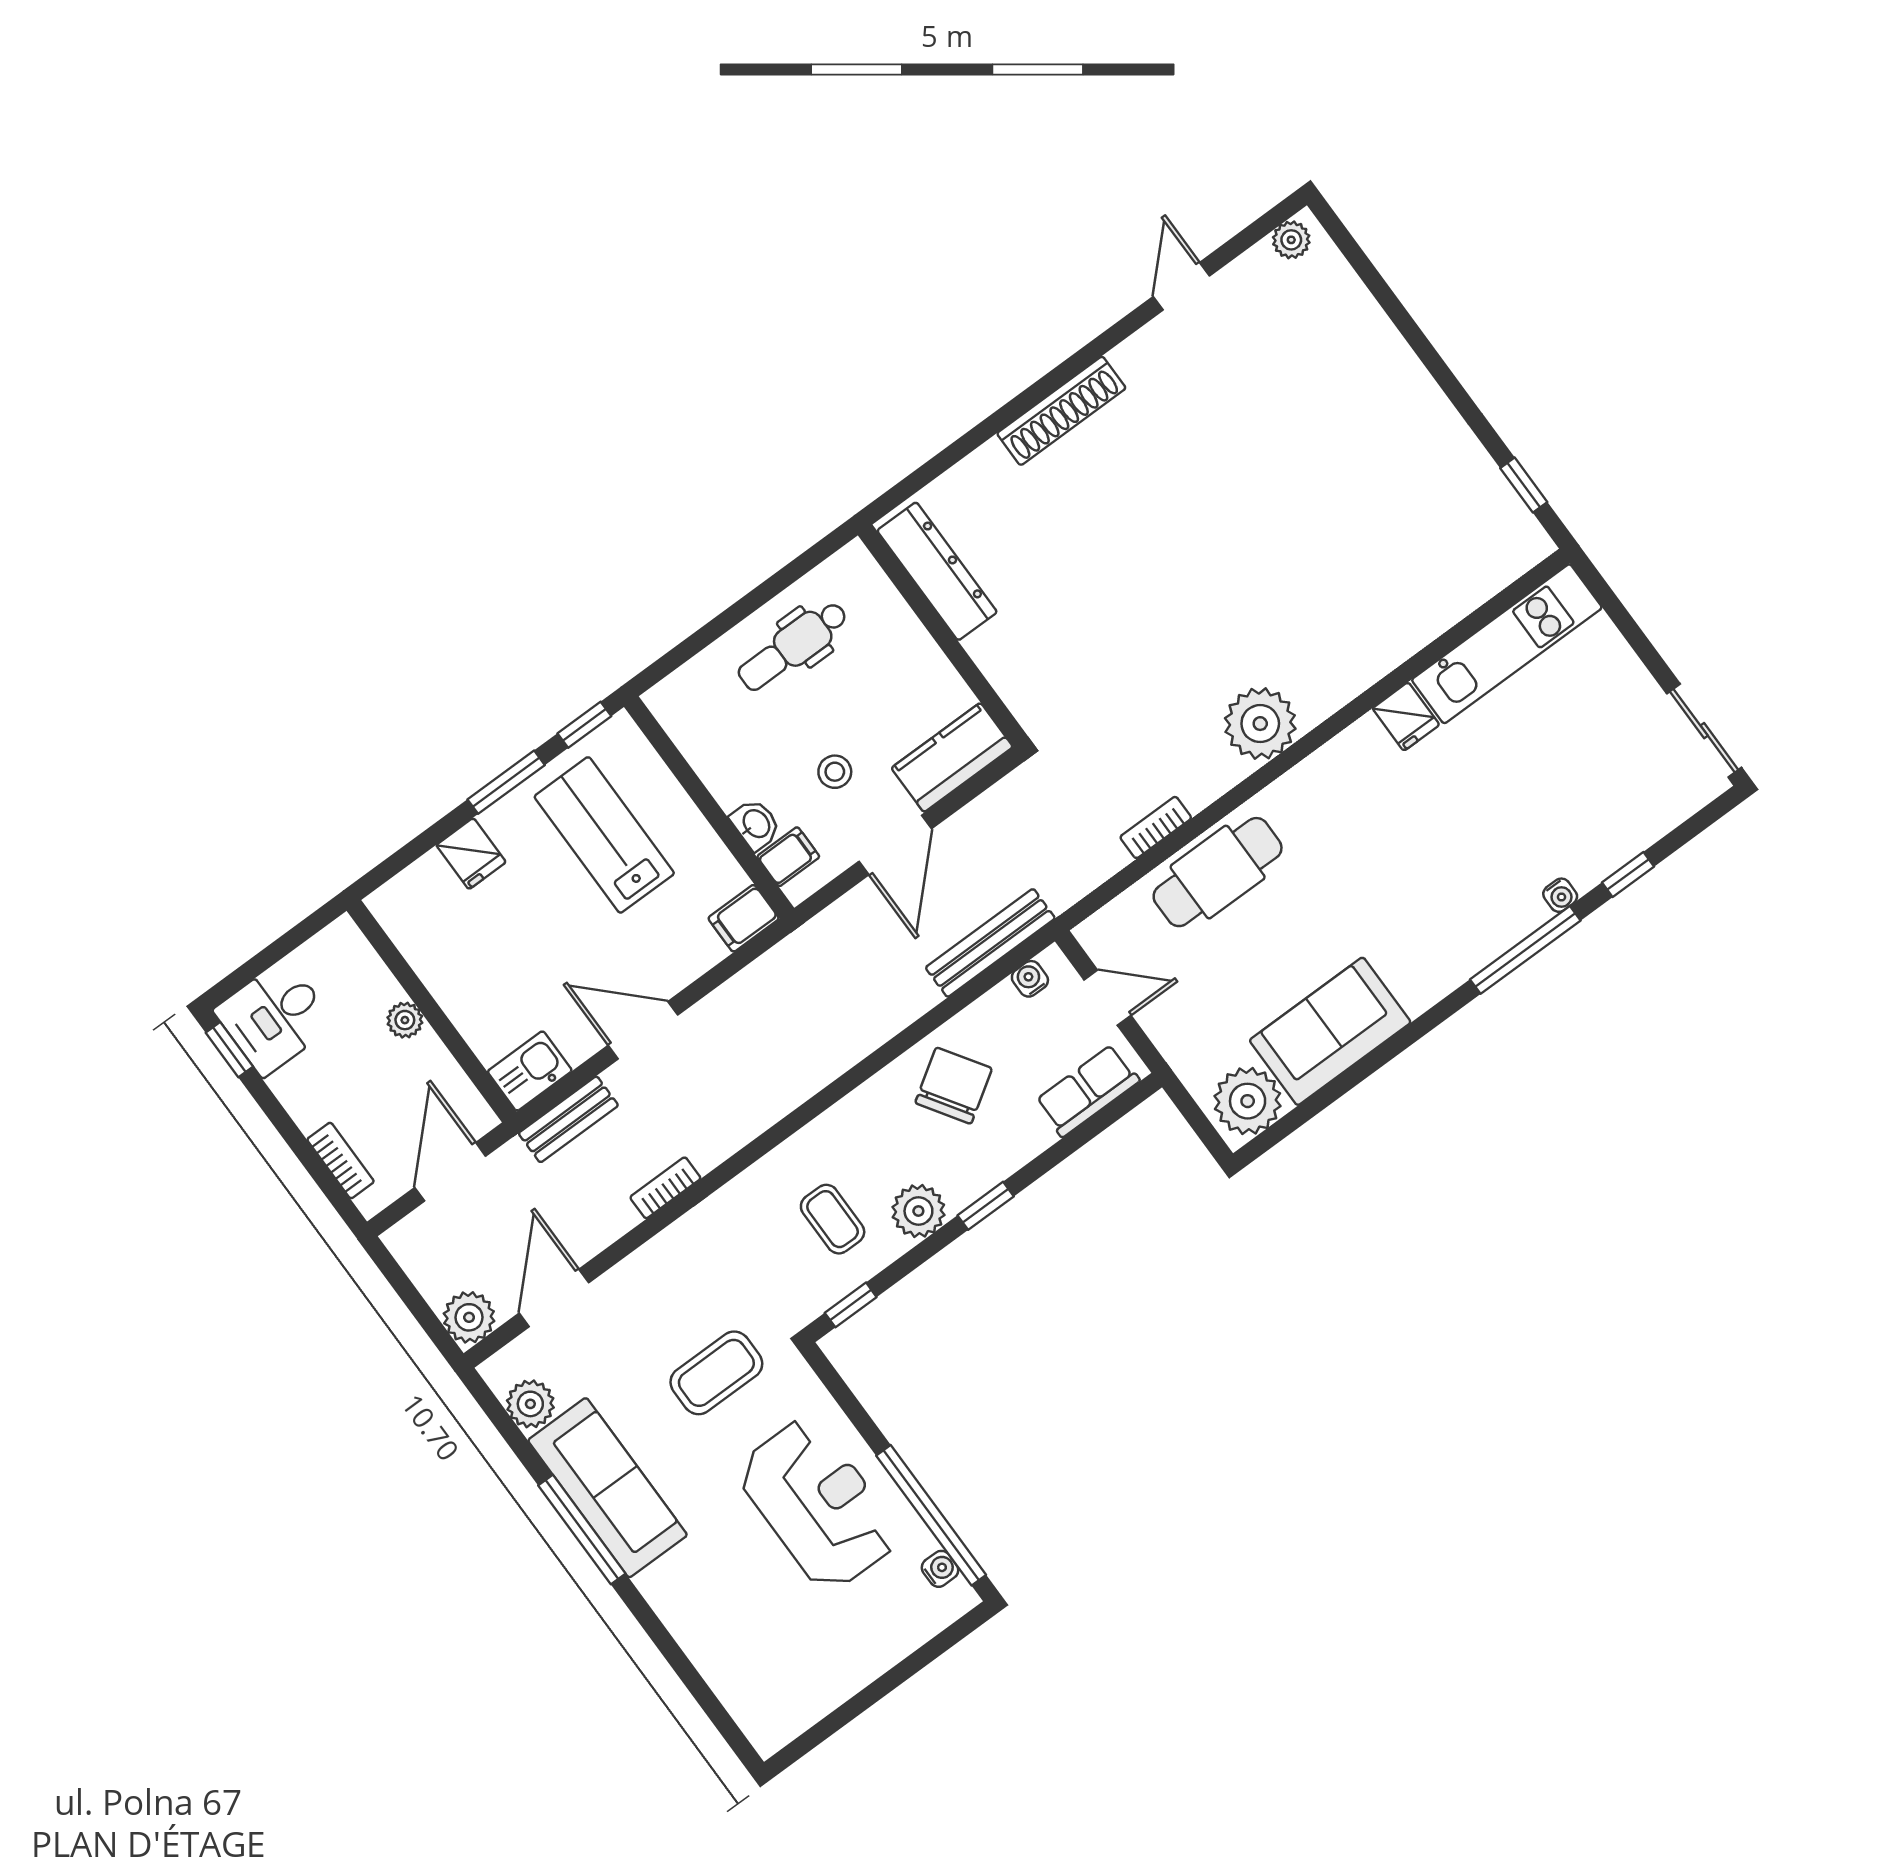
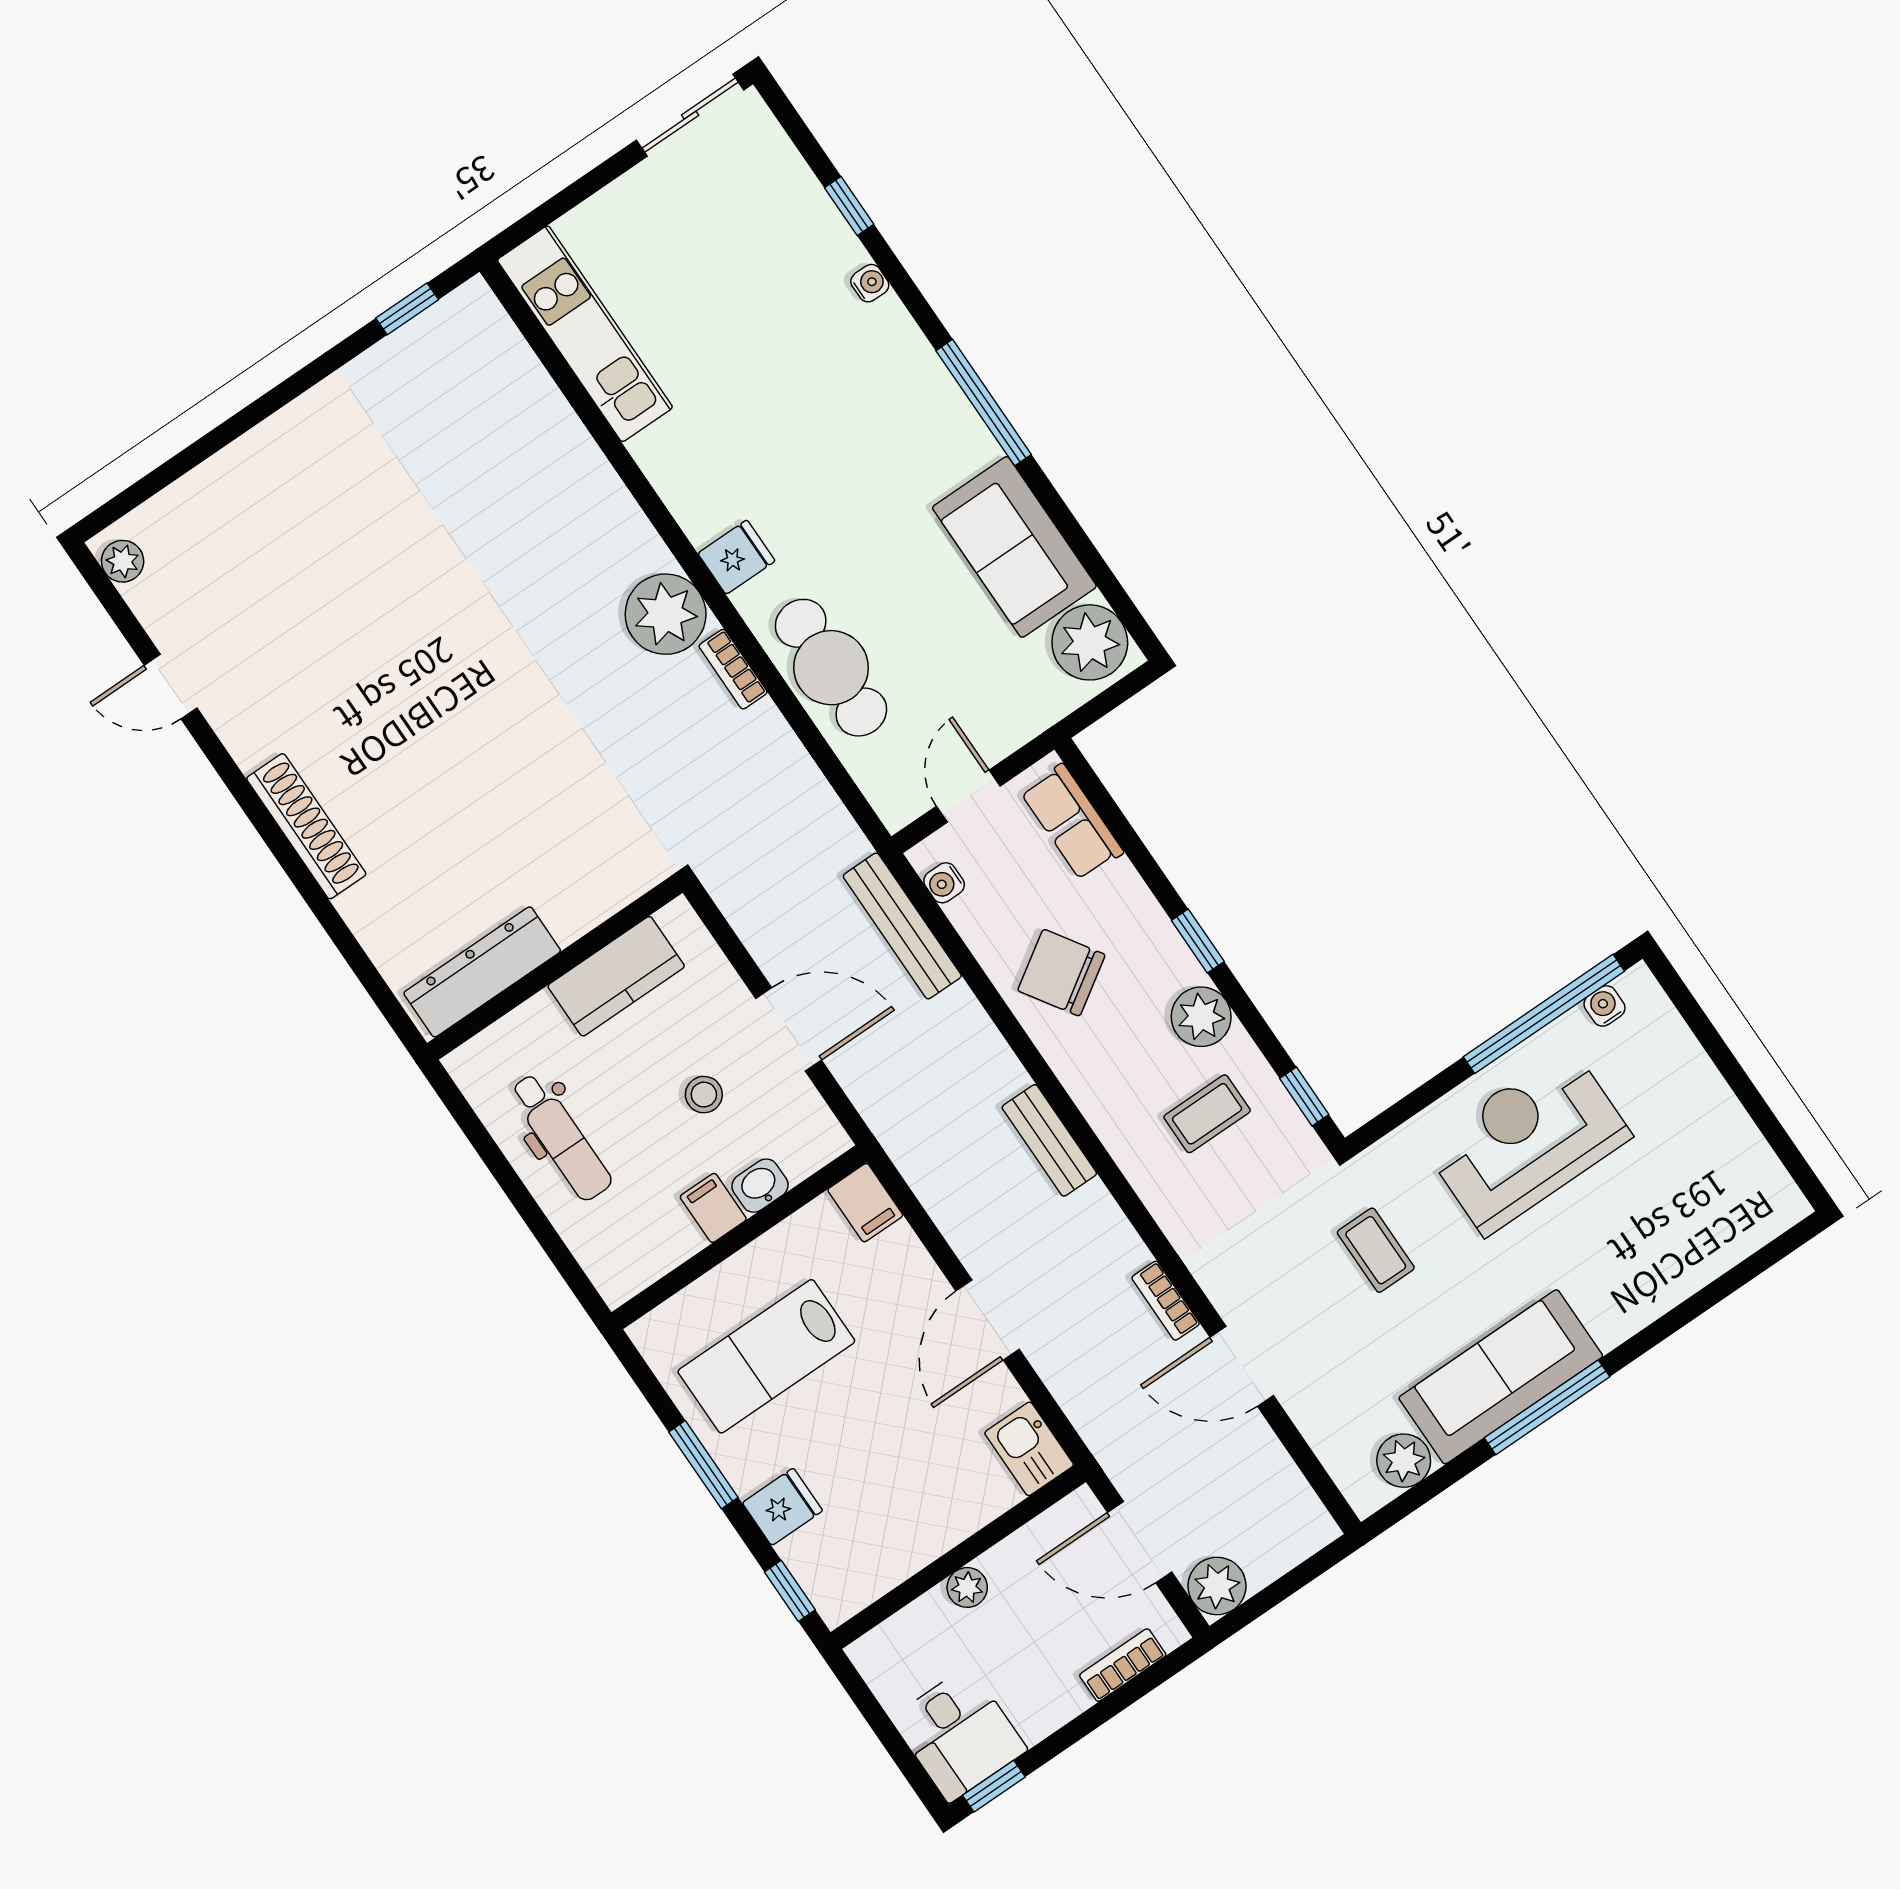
fridge: (1406, 717) -> (736, 557), moved
window: (584, 725) -> (790, 1591), moved
kitchen counter: (952, 757) -> (616, 976), moved, turned -90
bookcase: (1156, 827) -> (733, 669), moved
filing cabinet: (788, 857) -> (713, 1208), moved
window: (1525, 950) -> (984, 403), moved
bench: (568, 1119) -> (1049, 1140), moved
door: (554, 1298) -> (1242, 1366), moved
plant: (469, 1317) -> (1217, 1586), moved
coffee table: (716, 1373) -> (1376, 1250), width x0.73, depth x0.77

